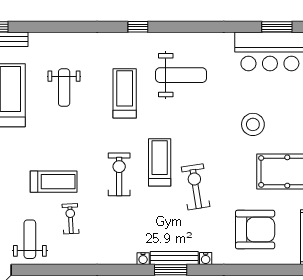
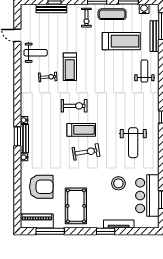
weight bench: (64, 88) -> (144, 71), moved, turned 90
treadmill: (125, 93) -> (122, 109), removed
stool: (253, 124) -> (118, 183), moved
exercise bike: (196, 187) -> (86, 152), moved
armchair: (255, 230) -> (41, 187), turned -90

